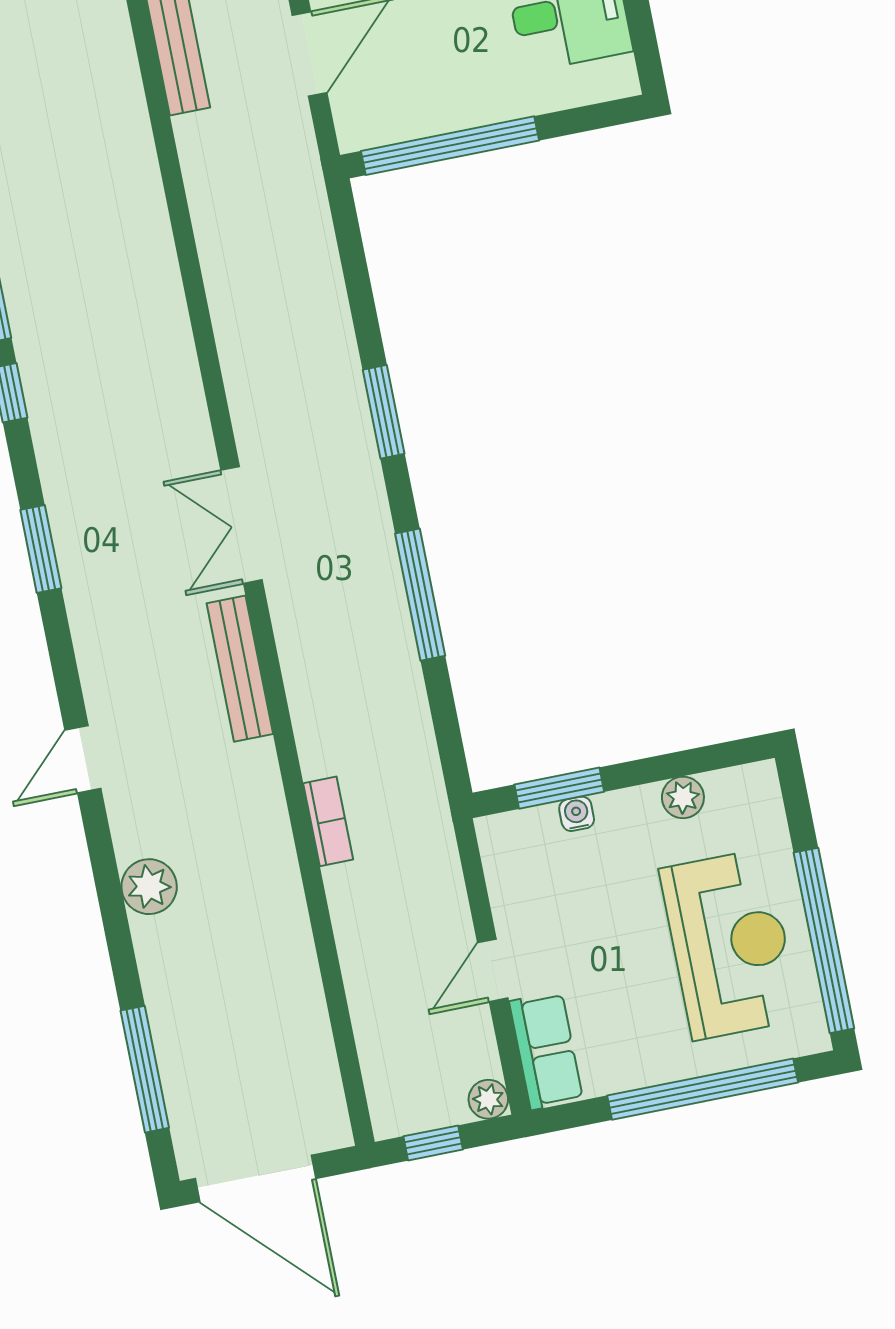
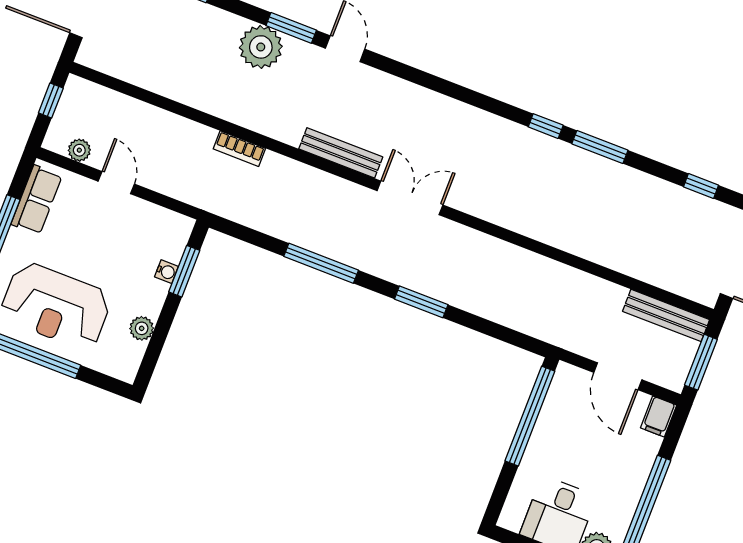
window: (41, 549) -> (291, 28), moved
plant: (149, 887) -> (261, 47), width x1.36, depth x1.36
row of seats: (546, 1051) -> (37, 200), moved, turned -90
plant: (488, 1099) -> (79, 150), moved

